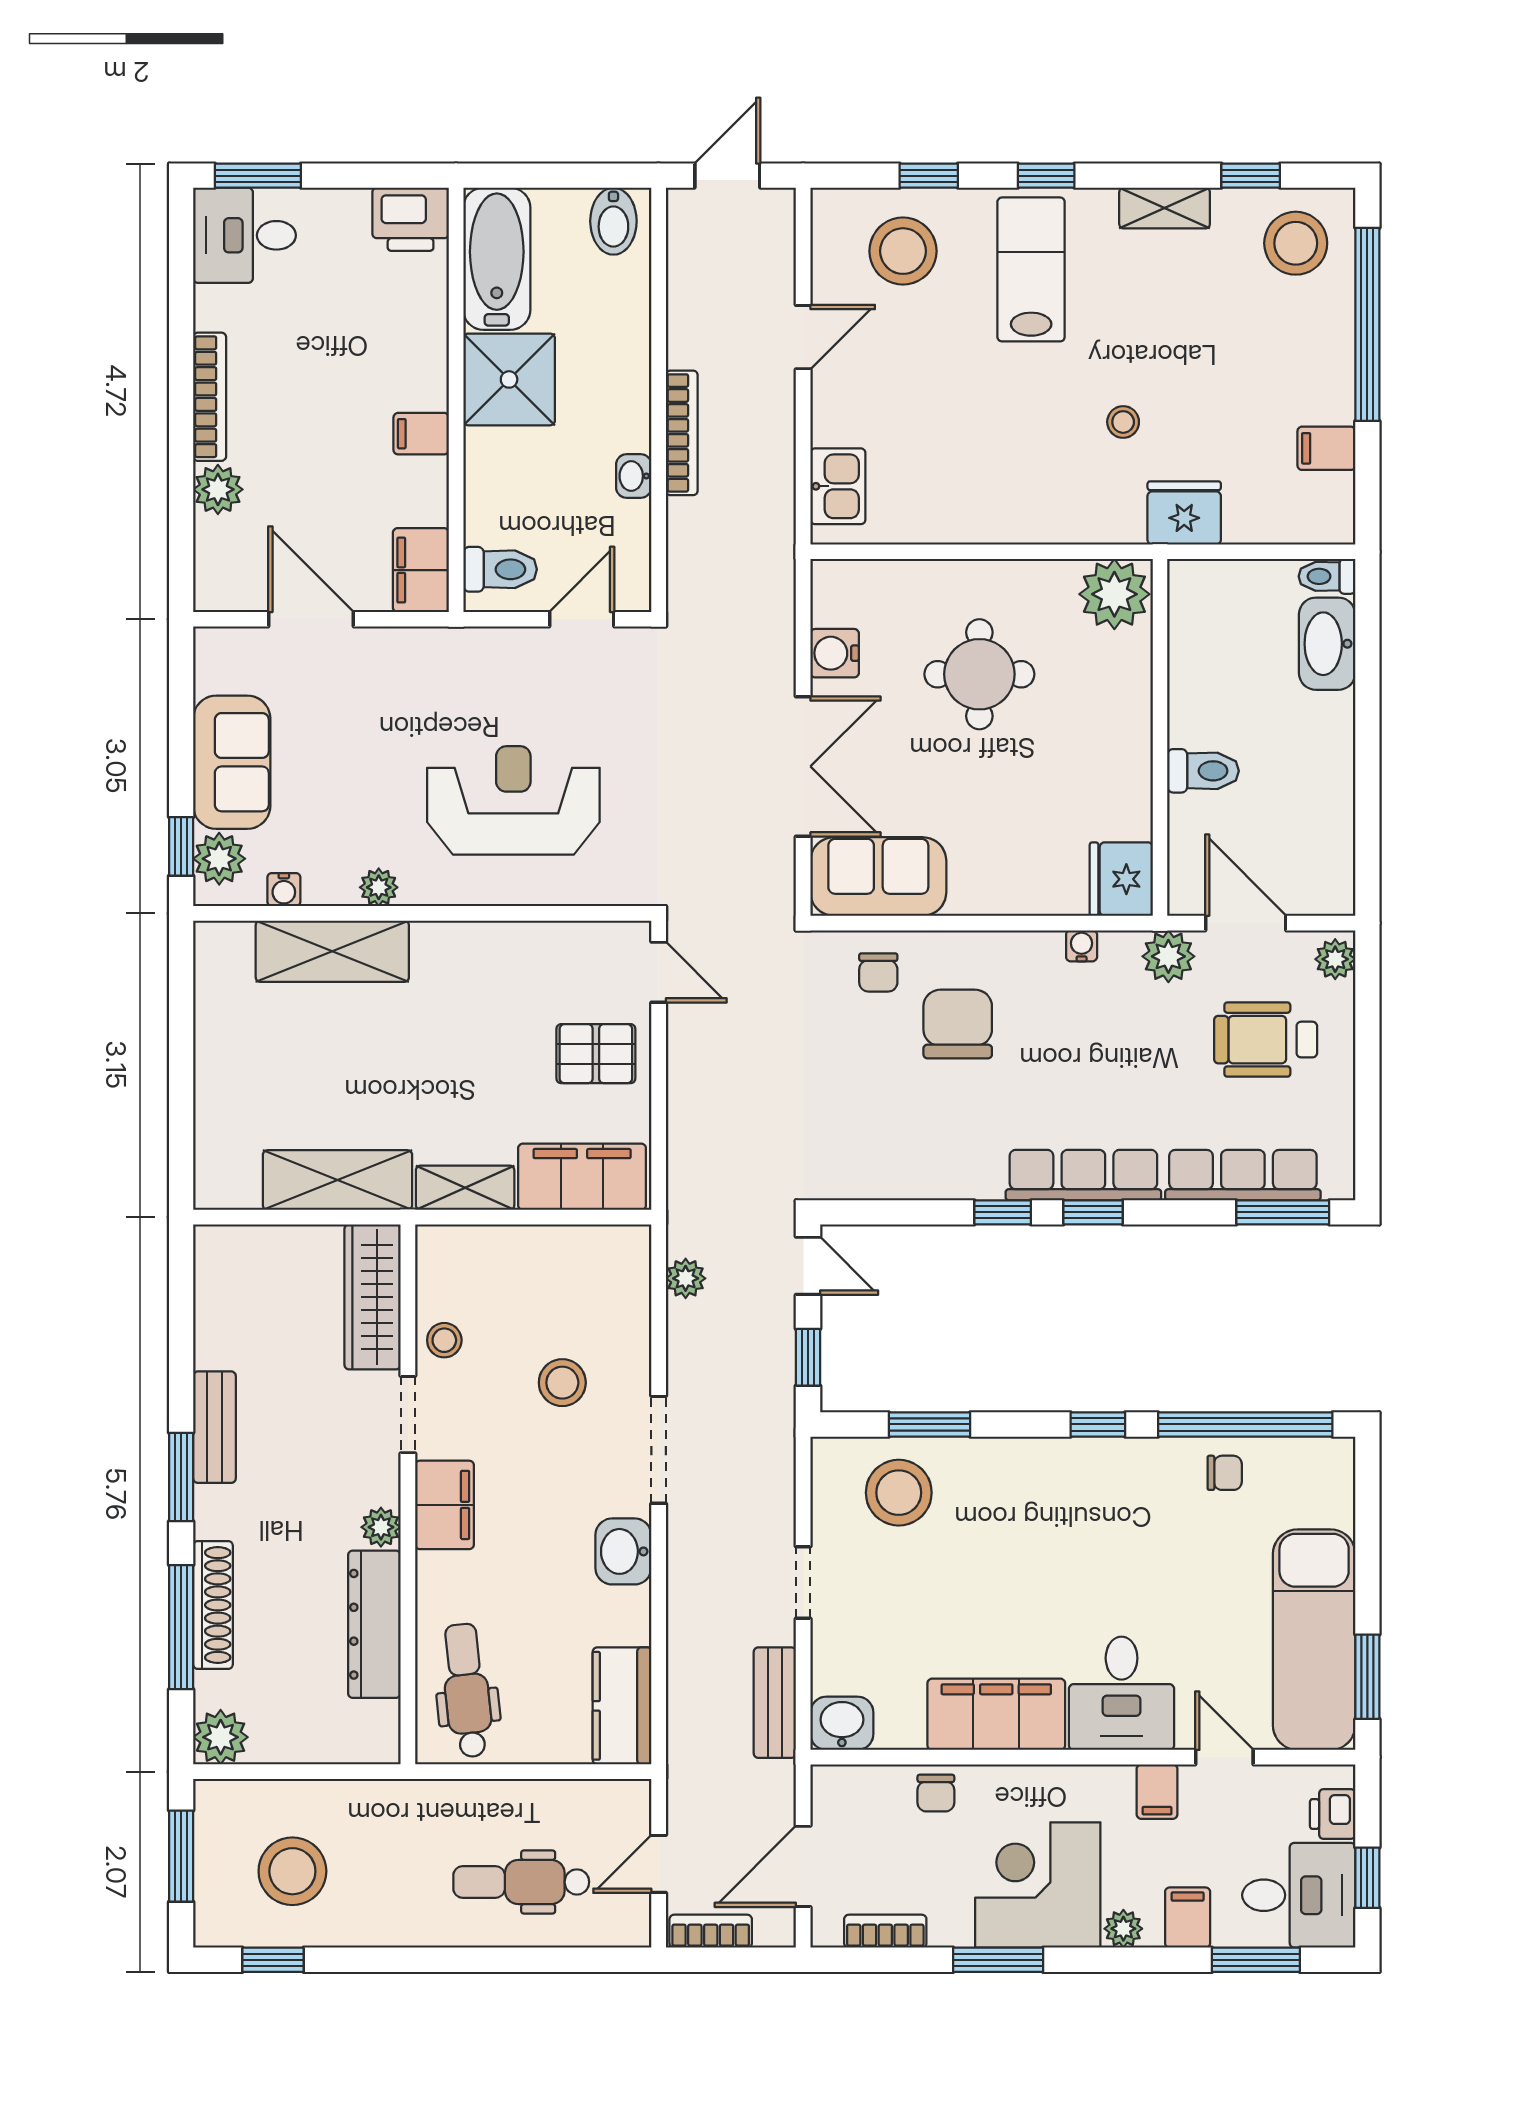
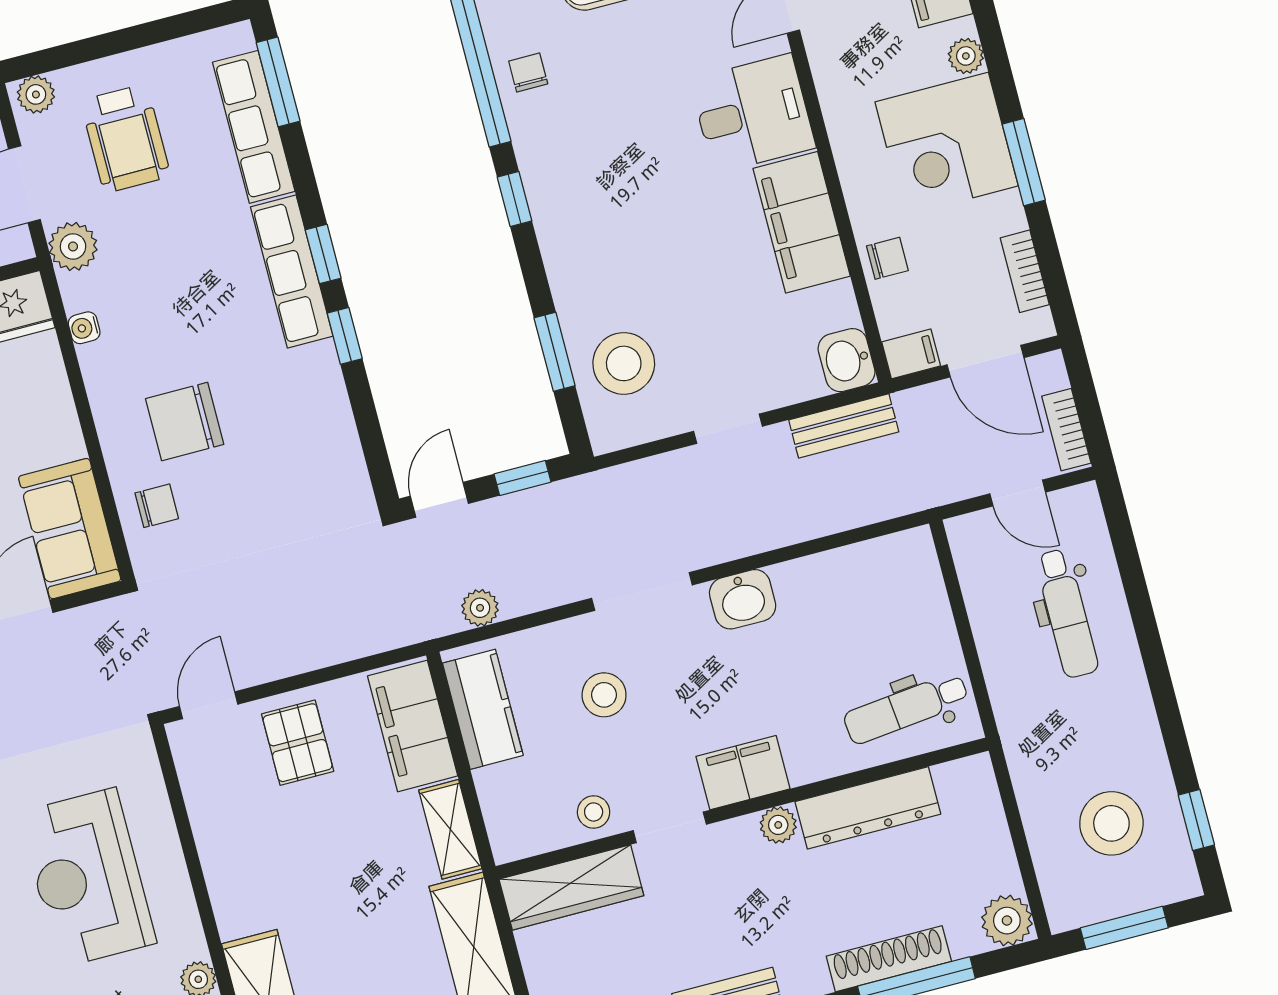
kitchen counter: (622, 1706) -> (483, 709), moved, turned -90
filing cabinet: (1157, 1792) -> (911, 354), moved

